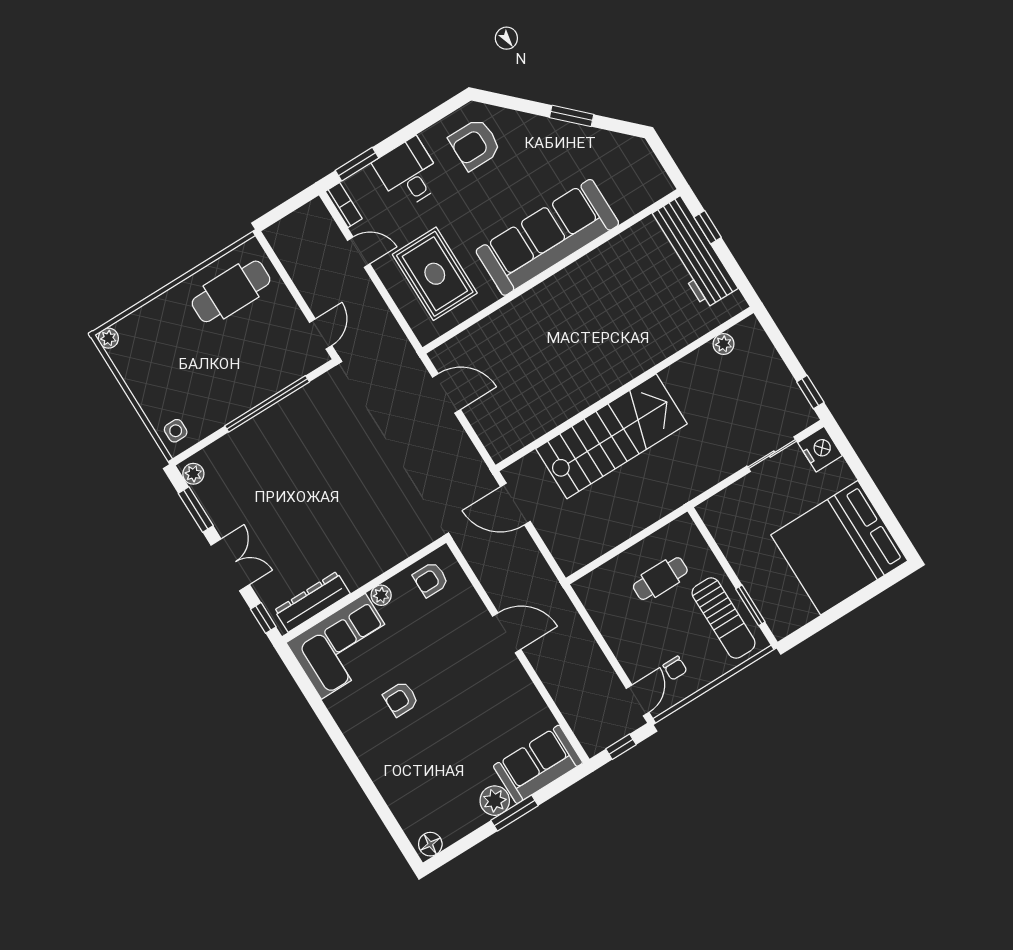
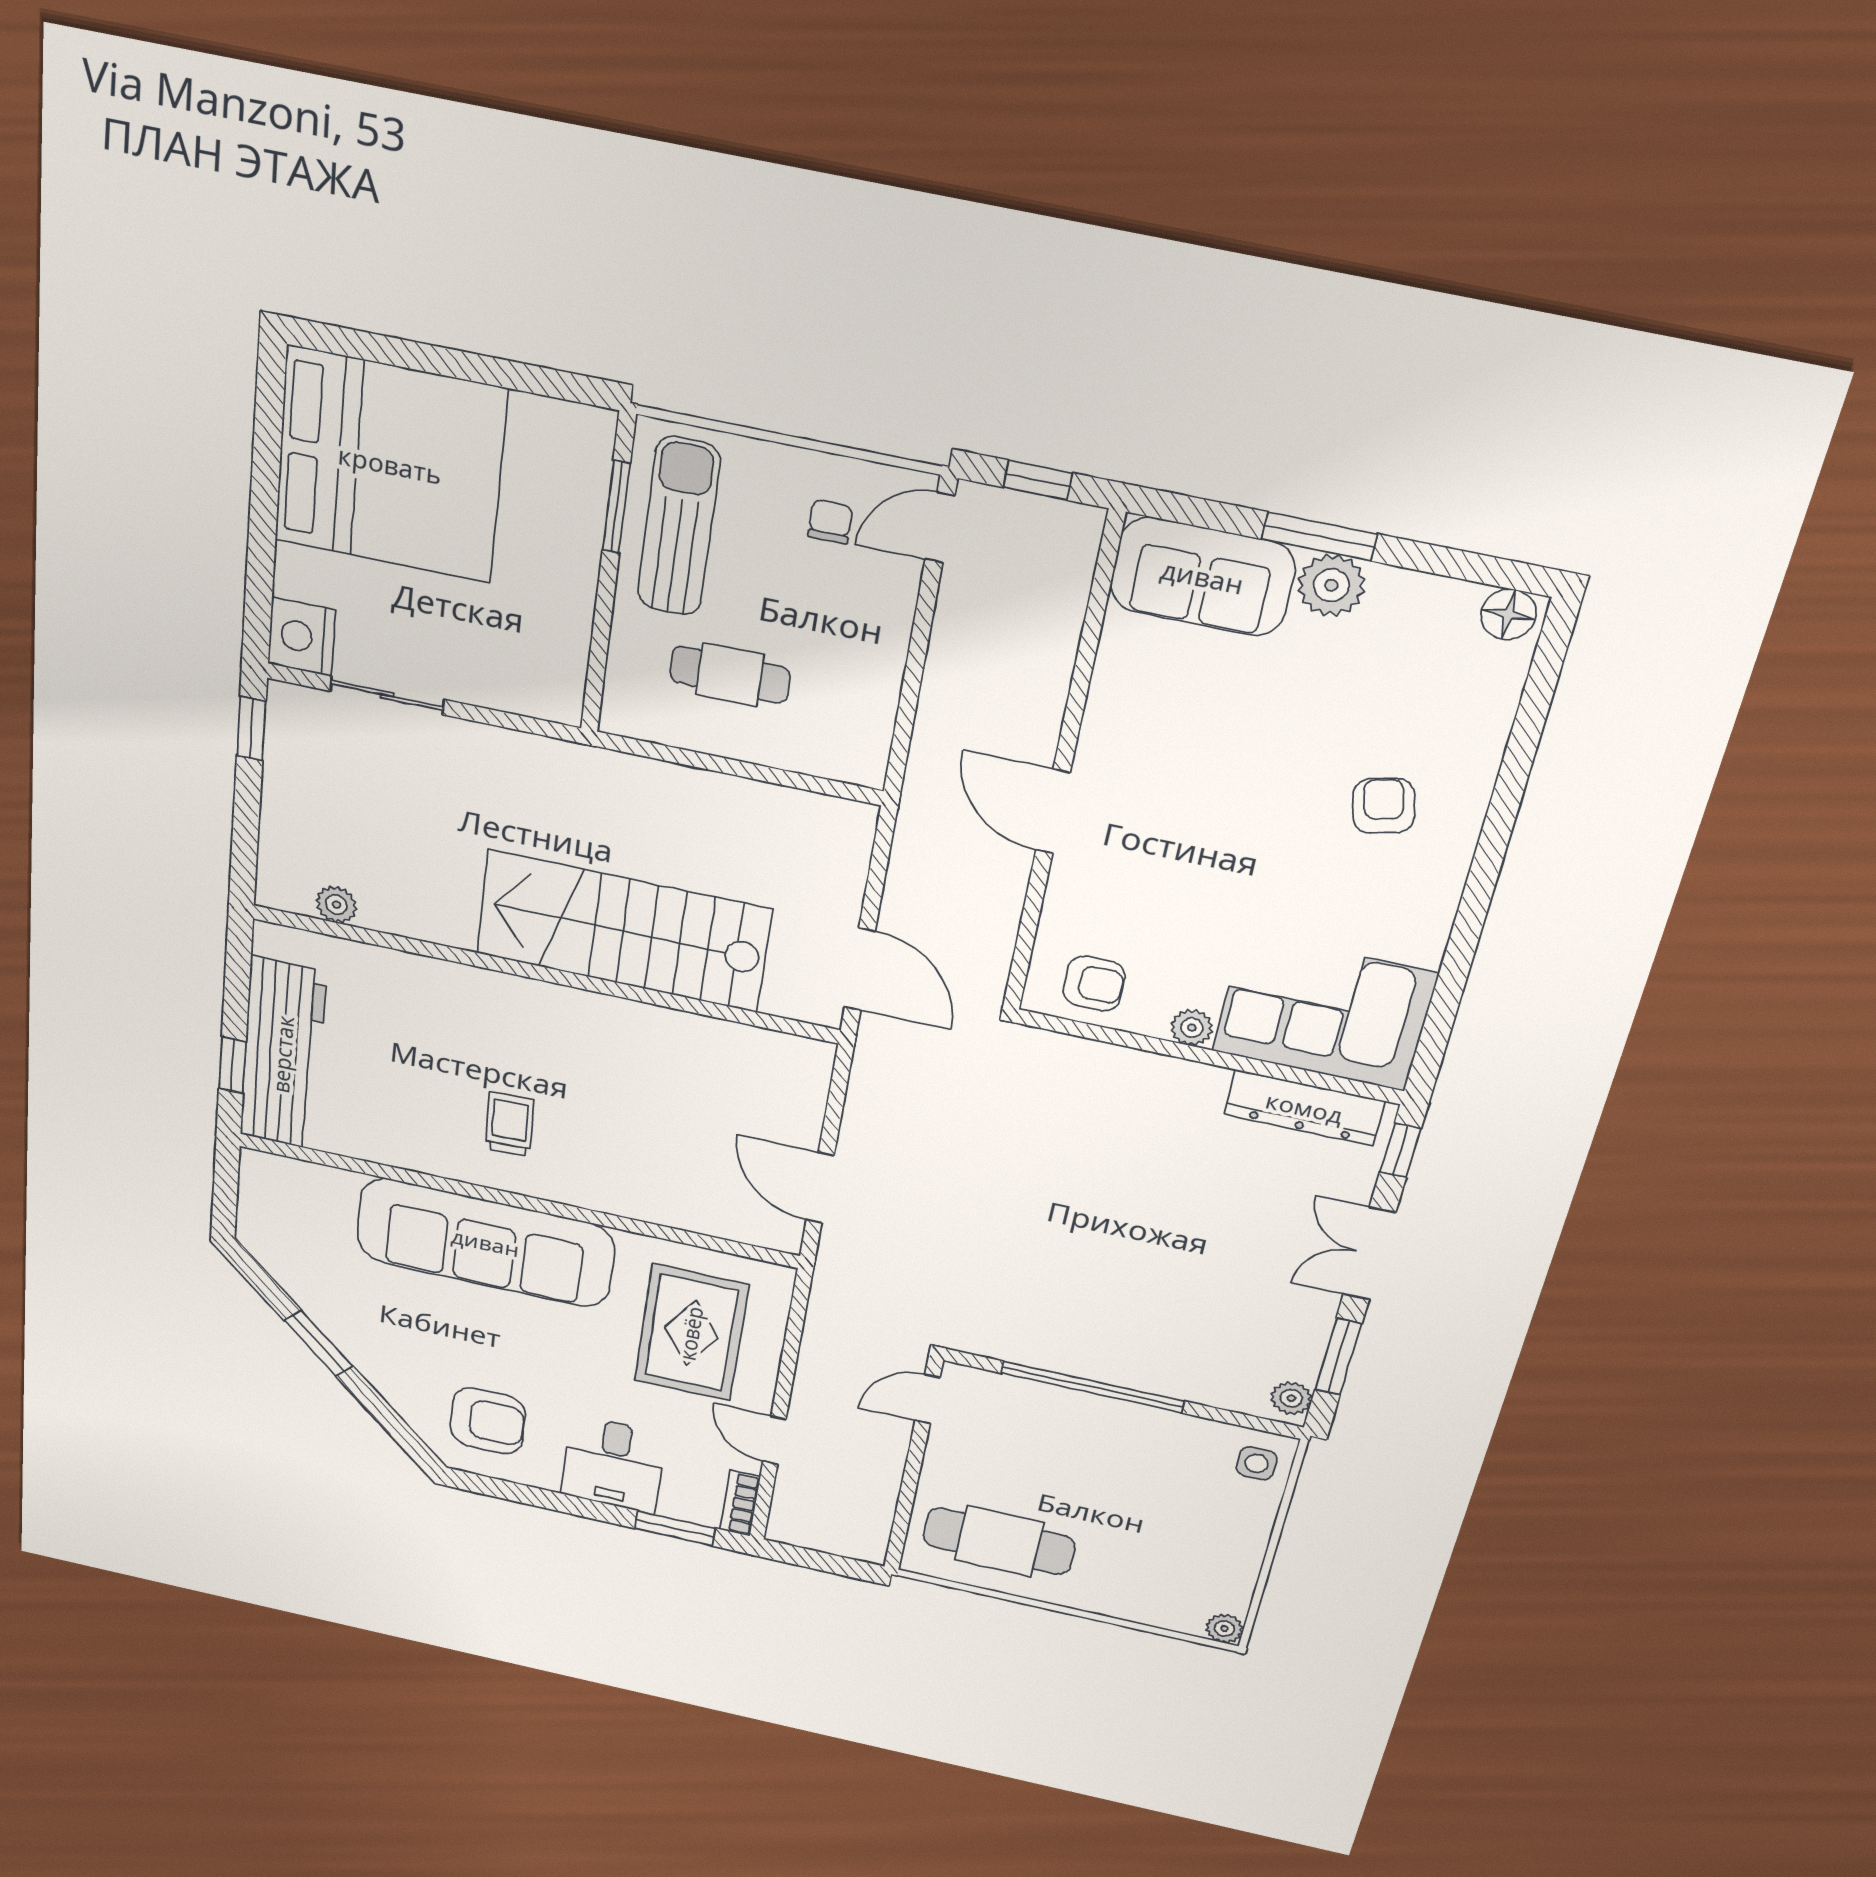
trolley: (583, 306) -> (510, 1124), added
armchair: (401, 699) -> (1384, 806), moved, turned -104

